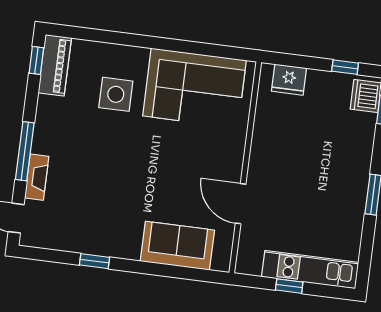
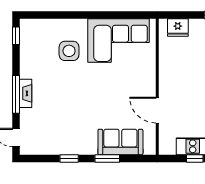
piano: (55, 65) -> (28, 37), removed
fireplace: (37, 177) -> (26, 93), moved
window: (154, 269) -> (107, 158), added

